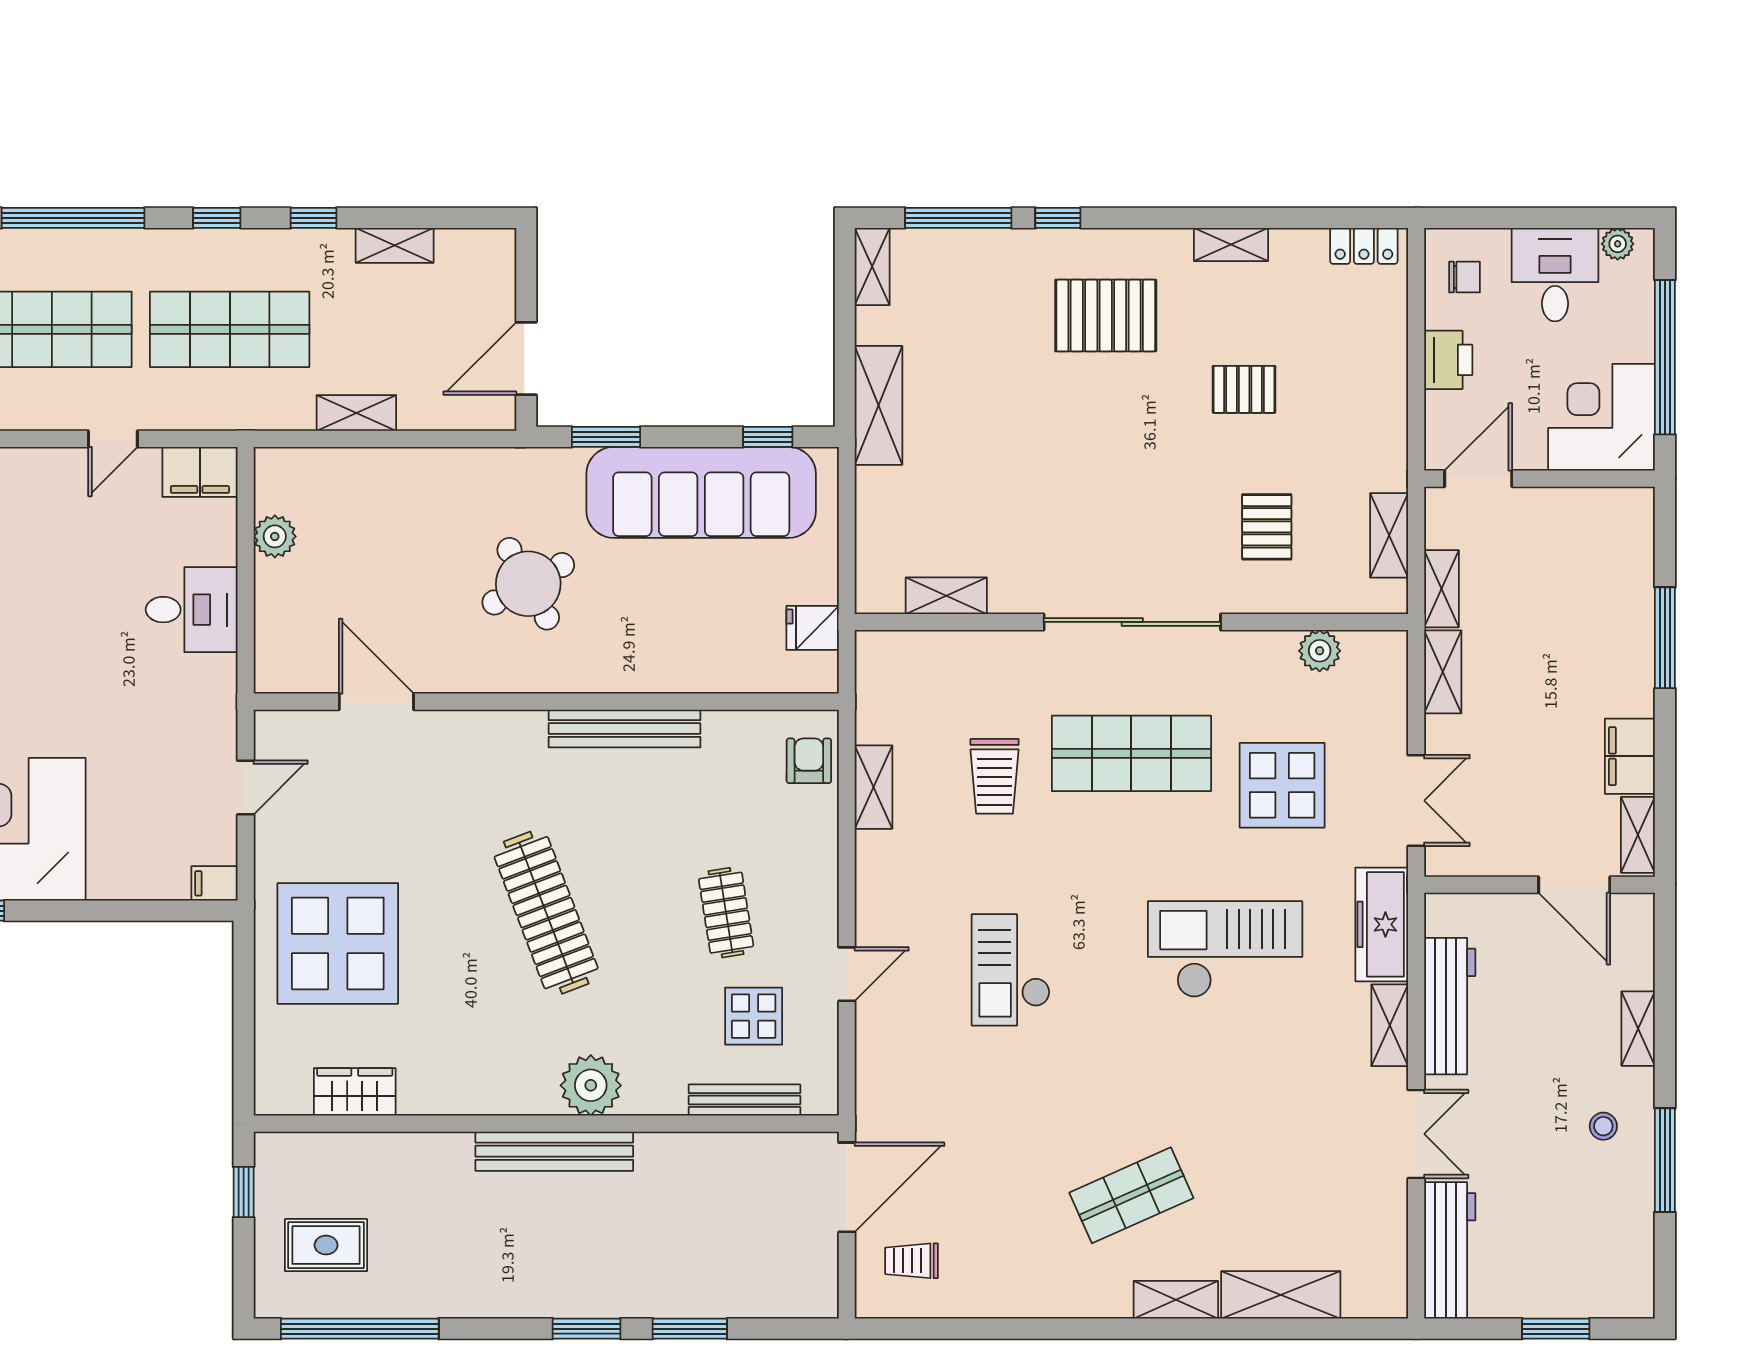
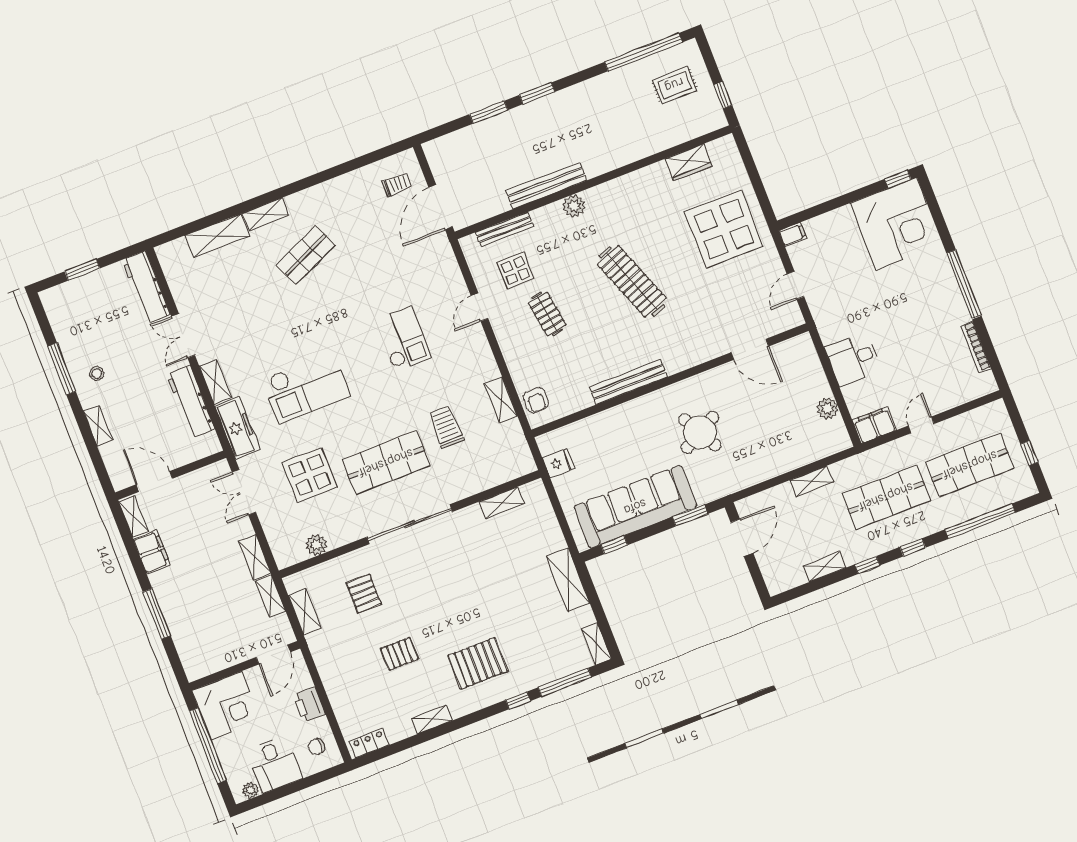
plant: (591, 1085) -> (574, 206), width x0.73, depth x0.73
bench: (554, 1151) -> (546, 186), moved

